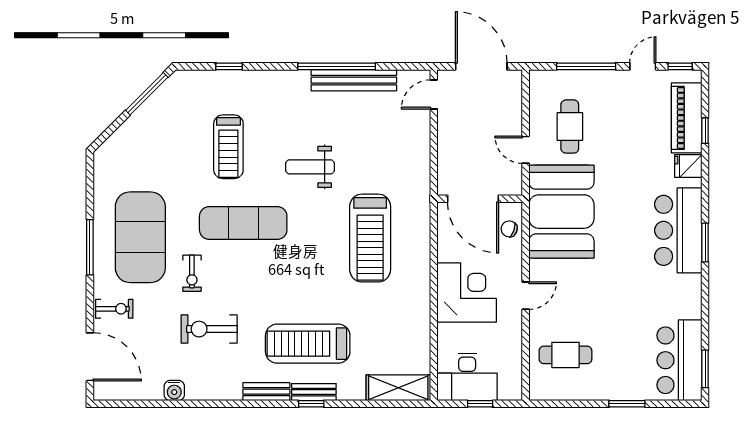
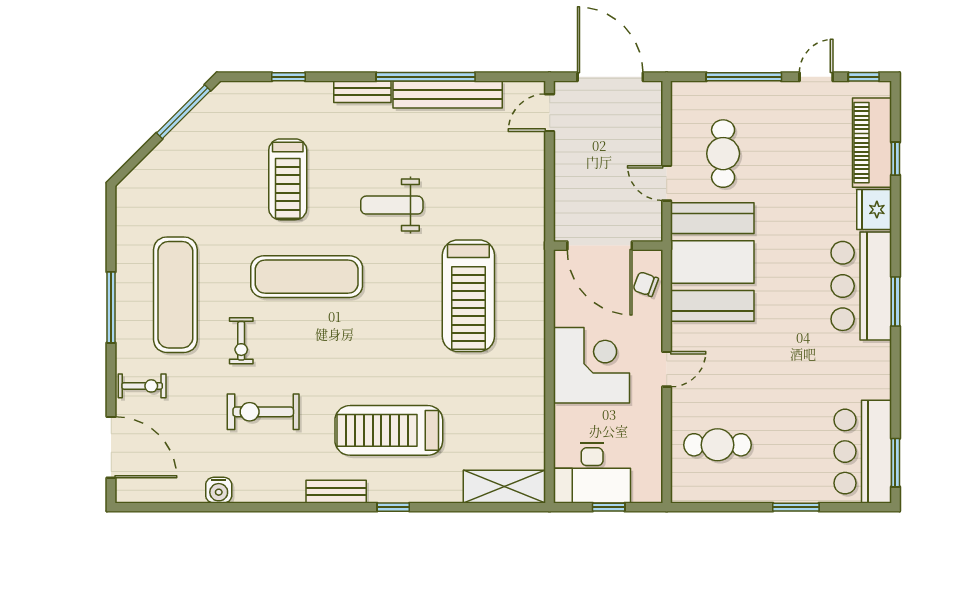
fridge: (688, 166) -> (874, 210), width x1.38
exercise mat: (140, 237) -> (175, 295), width x0.68
bench: (314, 392) -> (362, 92), moved

